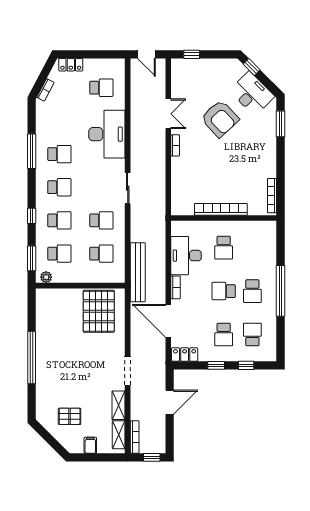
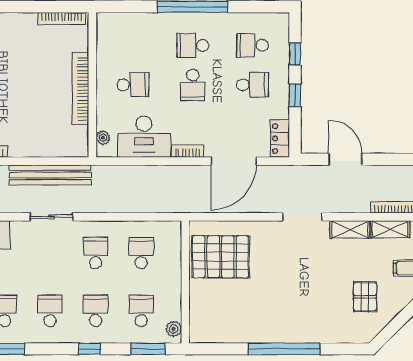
plant: (185, 226) -> (103, 138), added
bench: (138, 272) -> (50, 175), moved
school desk: (252, 291) -> (193, 45), turned 180

